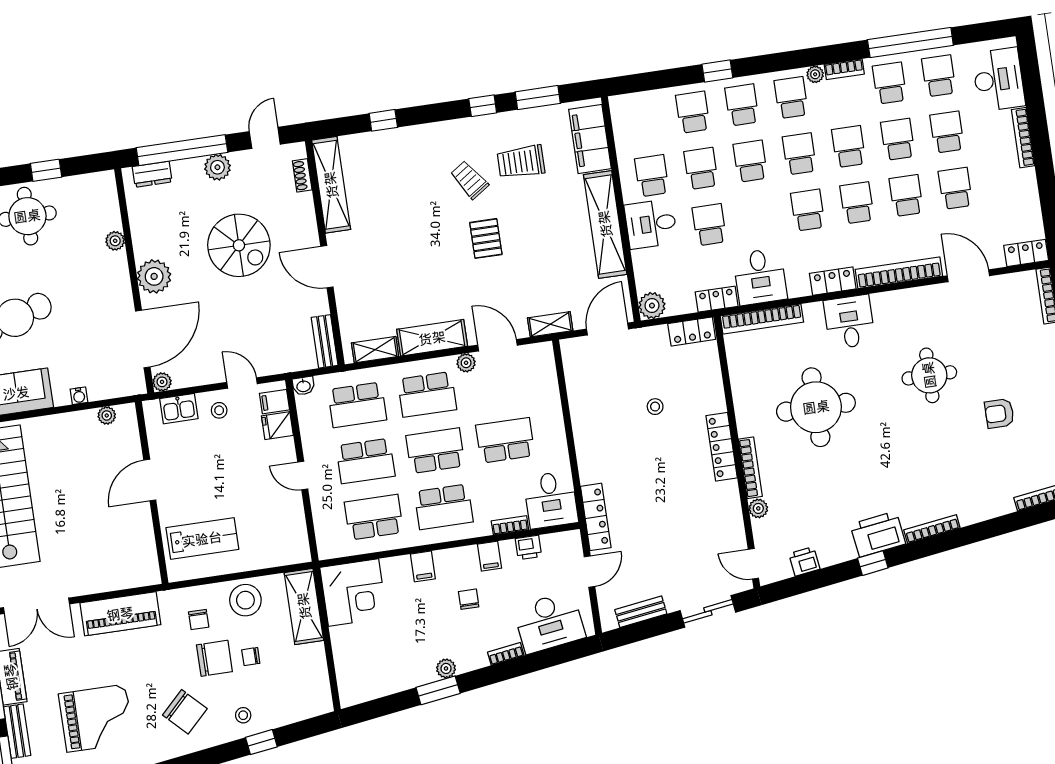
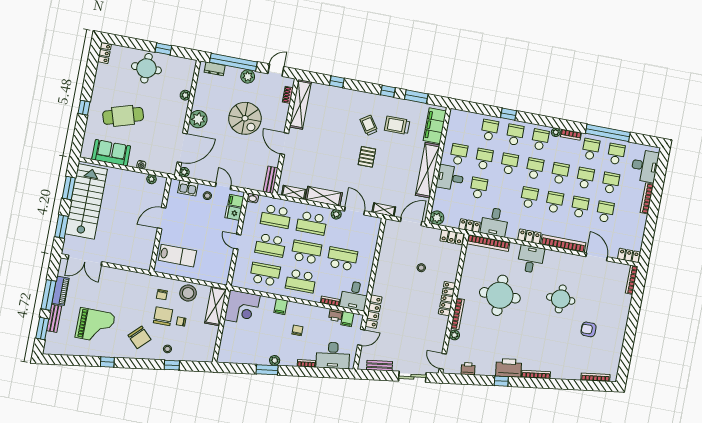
filing cabinet: (490, 556) -> (347, 319), moved
piano: (120, 614) -> (125, 278), removed
chair: (214, 658) -> (163, 316), turned -90

